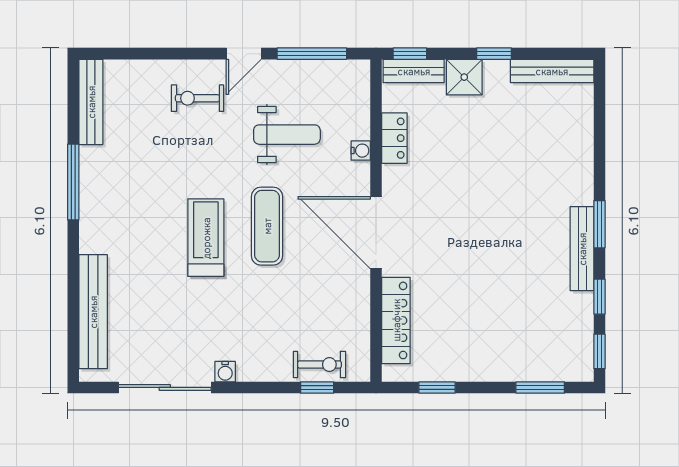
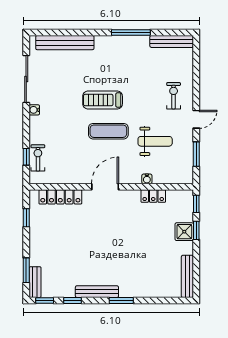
door: (244, 54) -> (196, 119), swing flipped
window: (312, 54) -> (196, 154), width x0.69
window: (494, 54) -> (196, 230), moved
bench: (414, 71) -> (35, 282), moved
weight bench: (287, 135) -> (155, 141), turned -90
window: (599, 224) -> (121, 301), moved
door: (376, 233) -> (105, 187), width x0.73
treadmill: (206, 238) -> (103, 100), turned 180
exercise bike: (319, 364) -> (38, 158), turned 180

